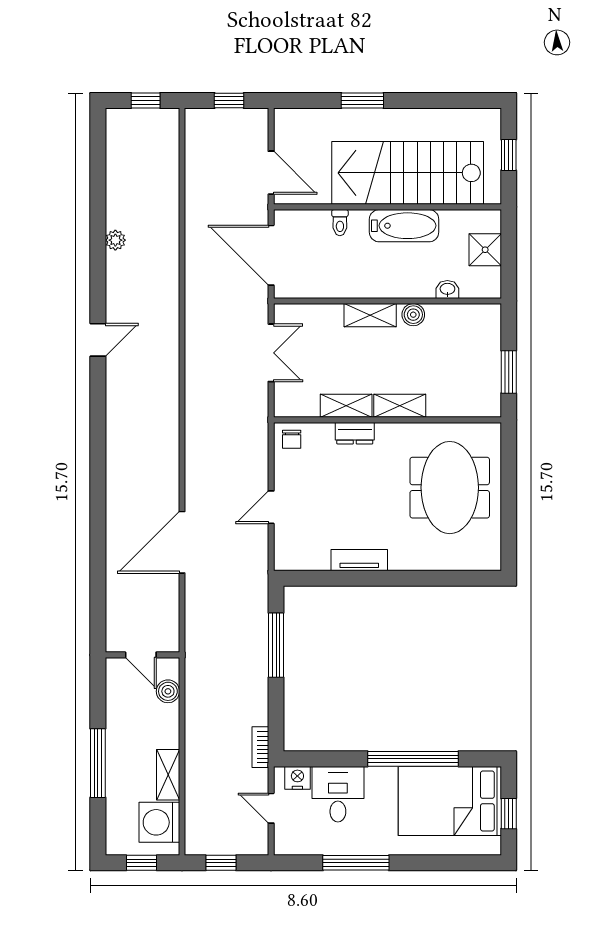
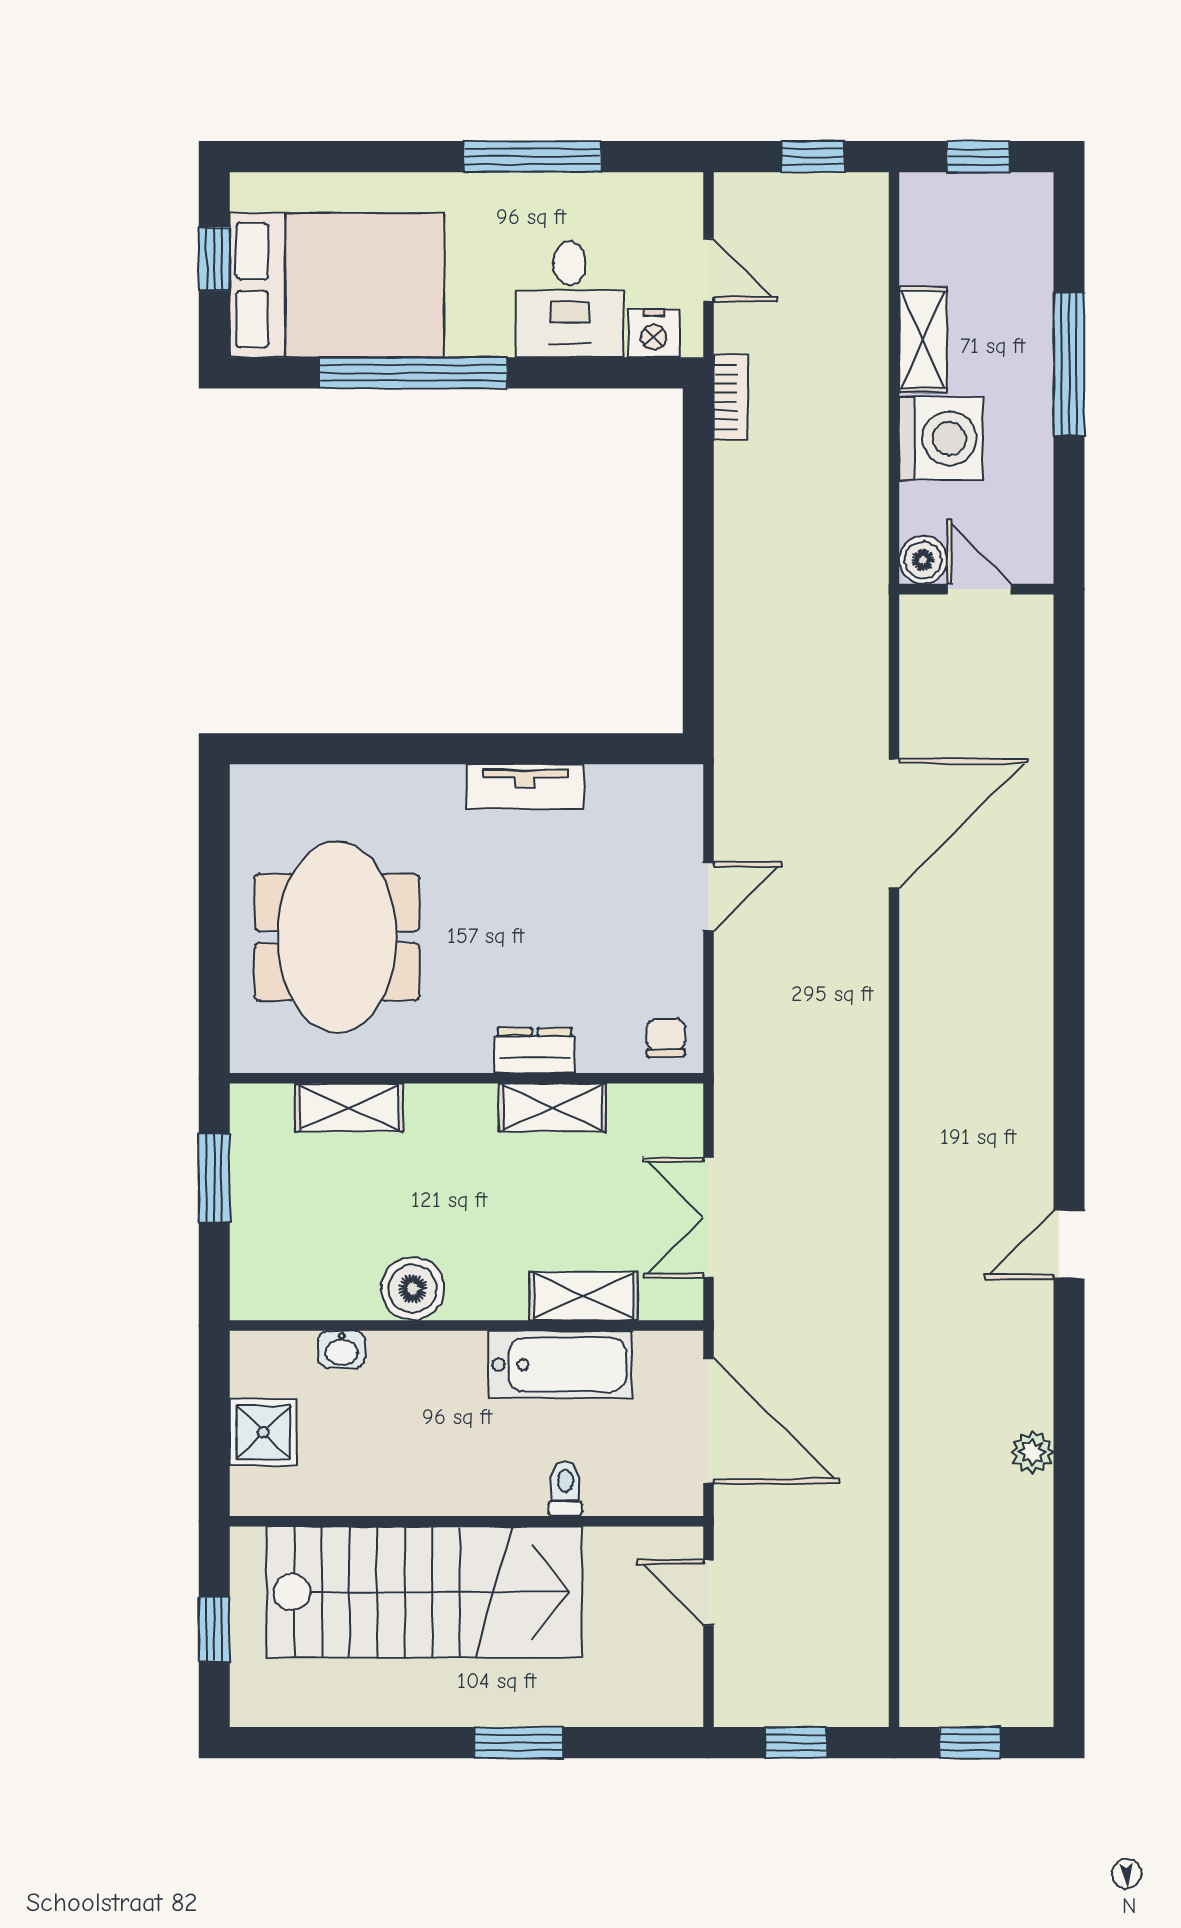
door: (271, 173) -> (709, 1592), width x0.73
bathtub: (404, 226) -> (560, 1365), moved, turned 180
shelving: (370, 315) -> (584, 1296), moved
boiler: (413, 315) -> (413, 1289), width x1.36, depth x1.36
shelving: (400, 406) -> (349, 1108), moved
window: (276, 645) -> (698, 609), removed
boiler: (168, 691) -> (923, 560), moved
washing machine: (159, 822) -> (941, 438), moved

